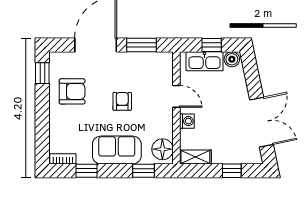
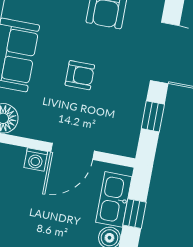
window: (141, 45) -> (153, 116), width x0.67
door: (176, 96) -> (73, 151), width x1.37

